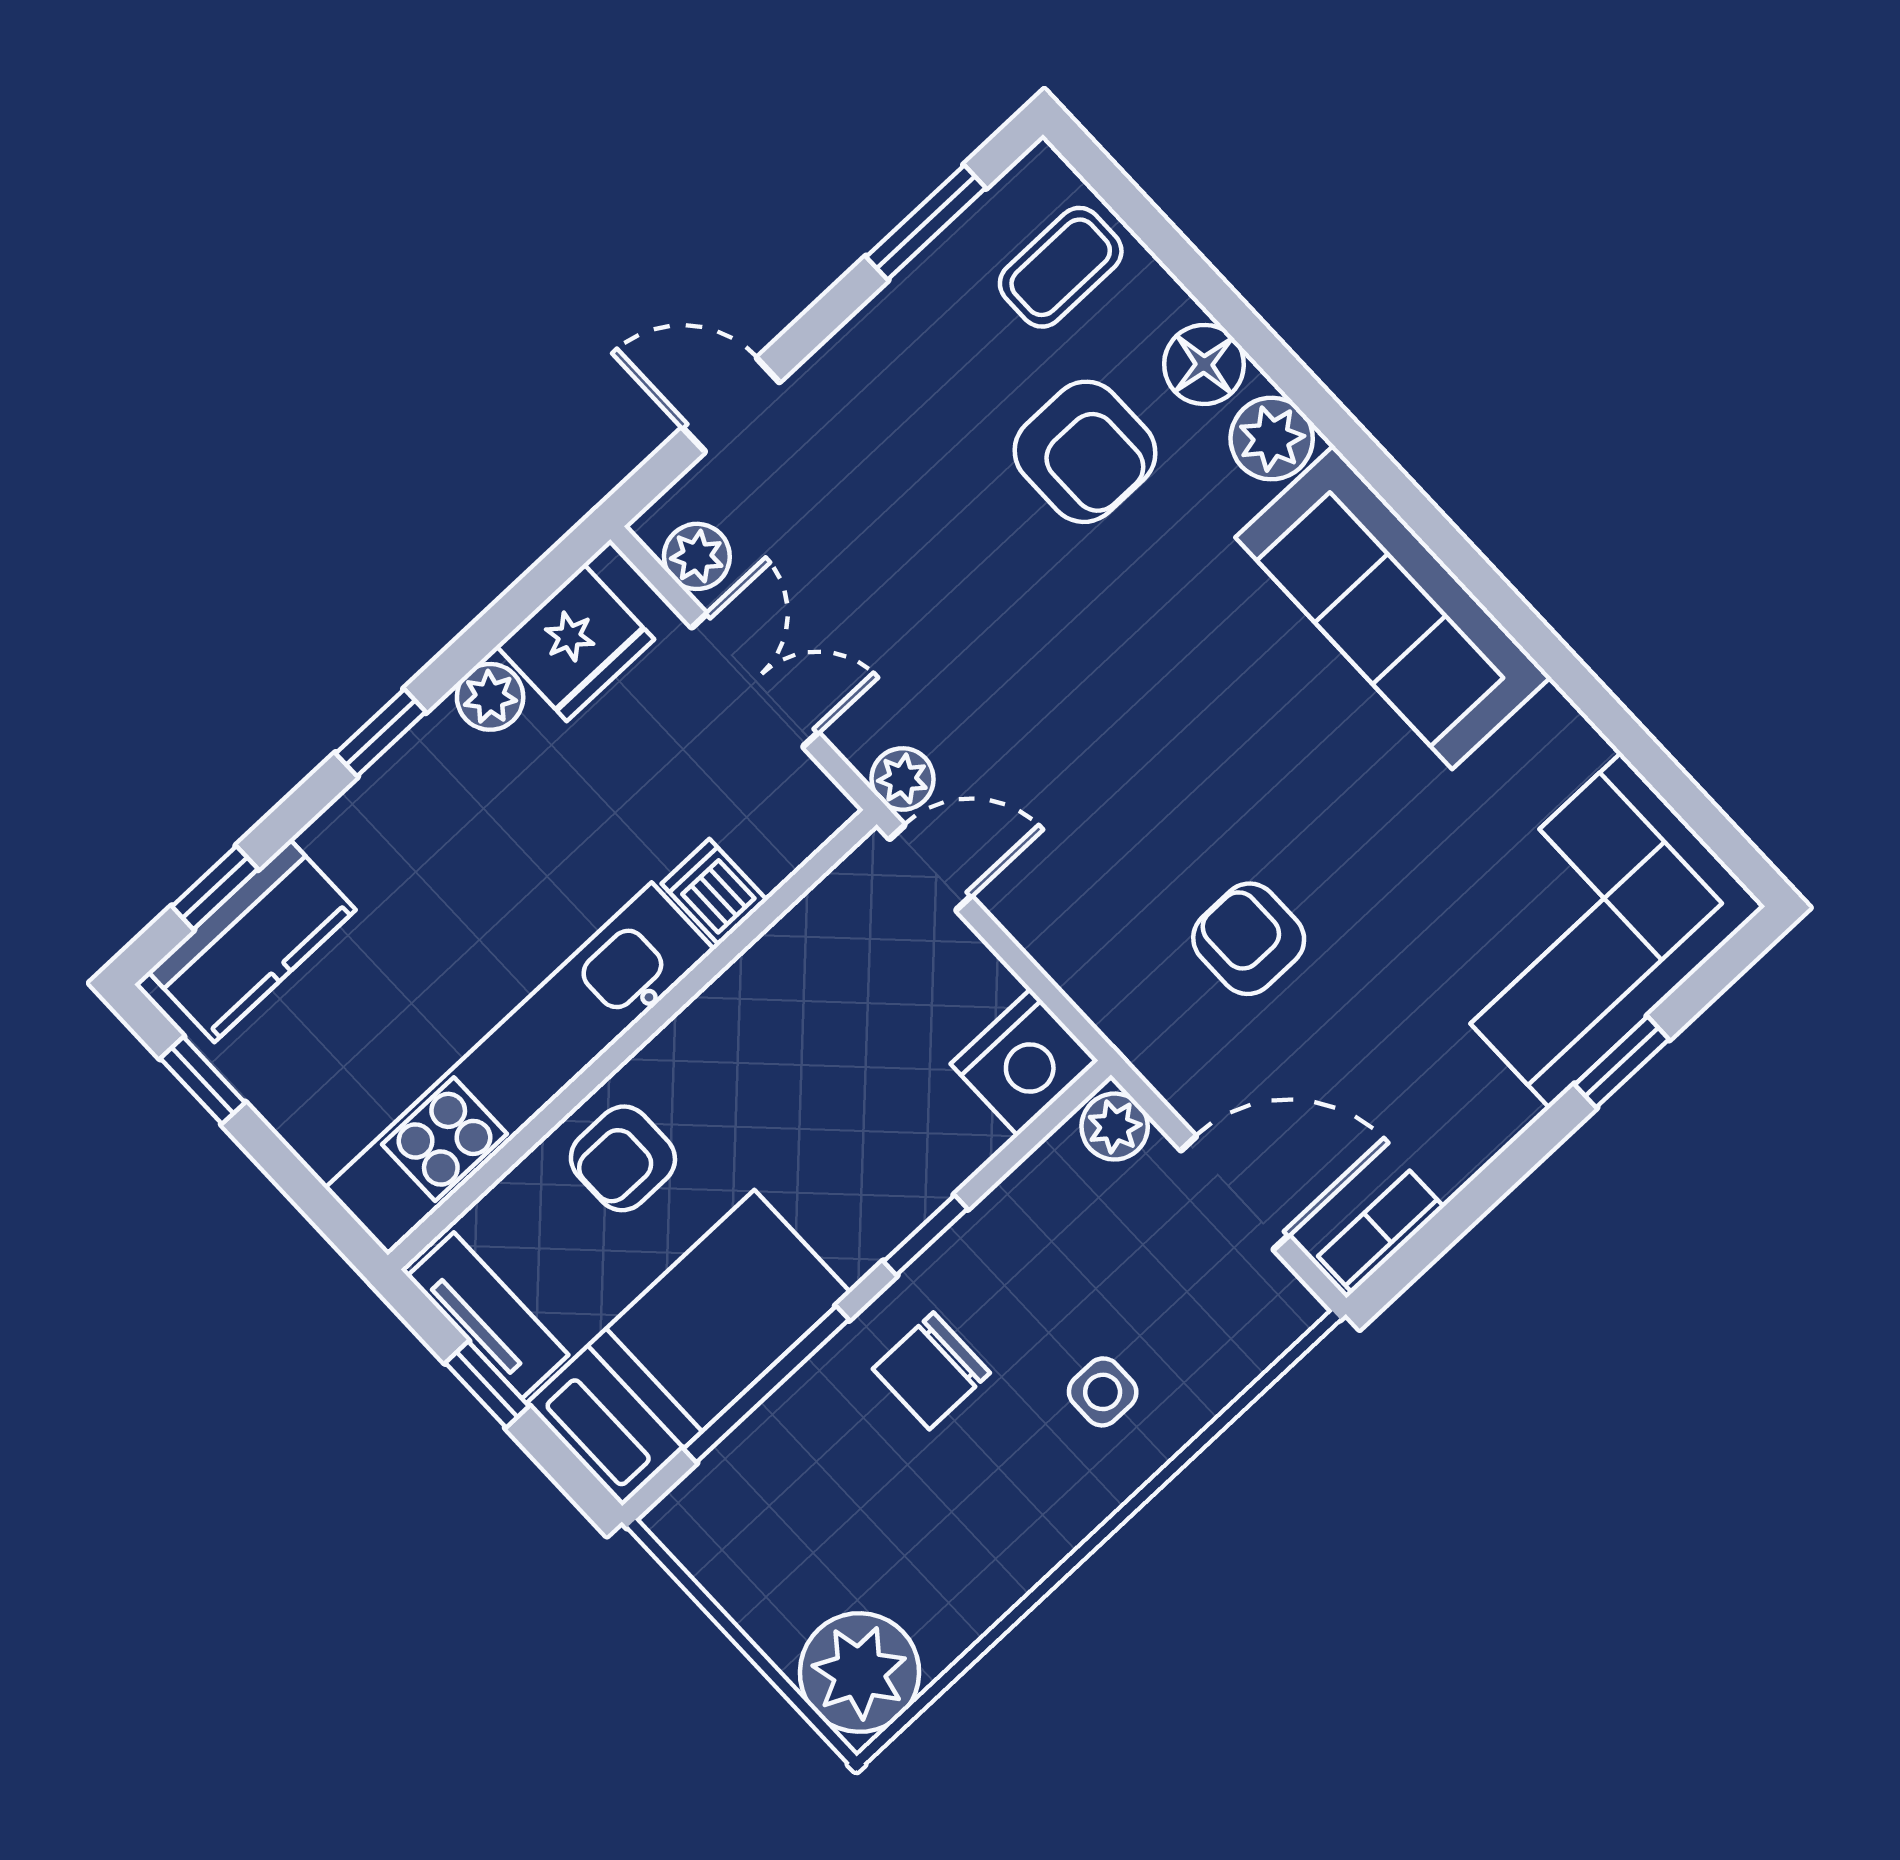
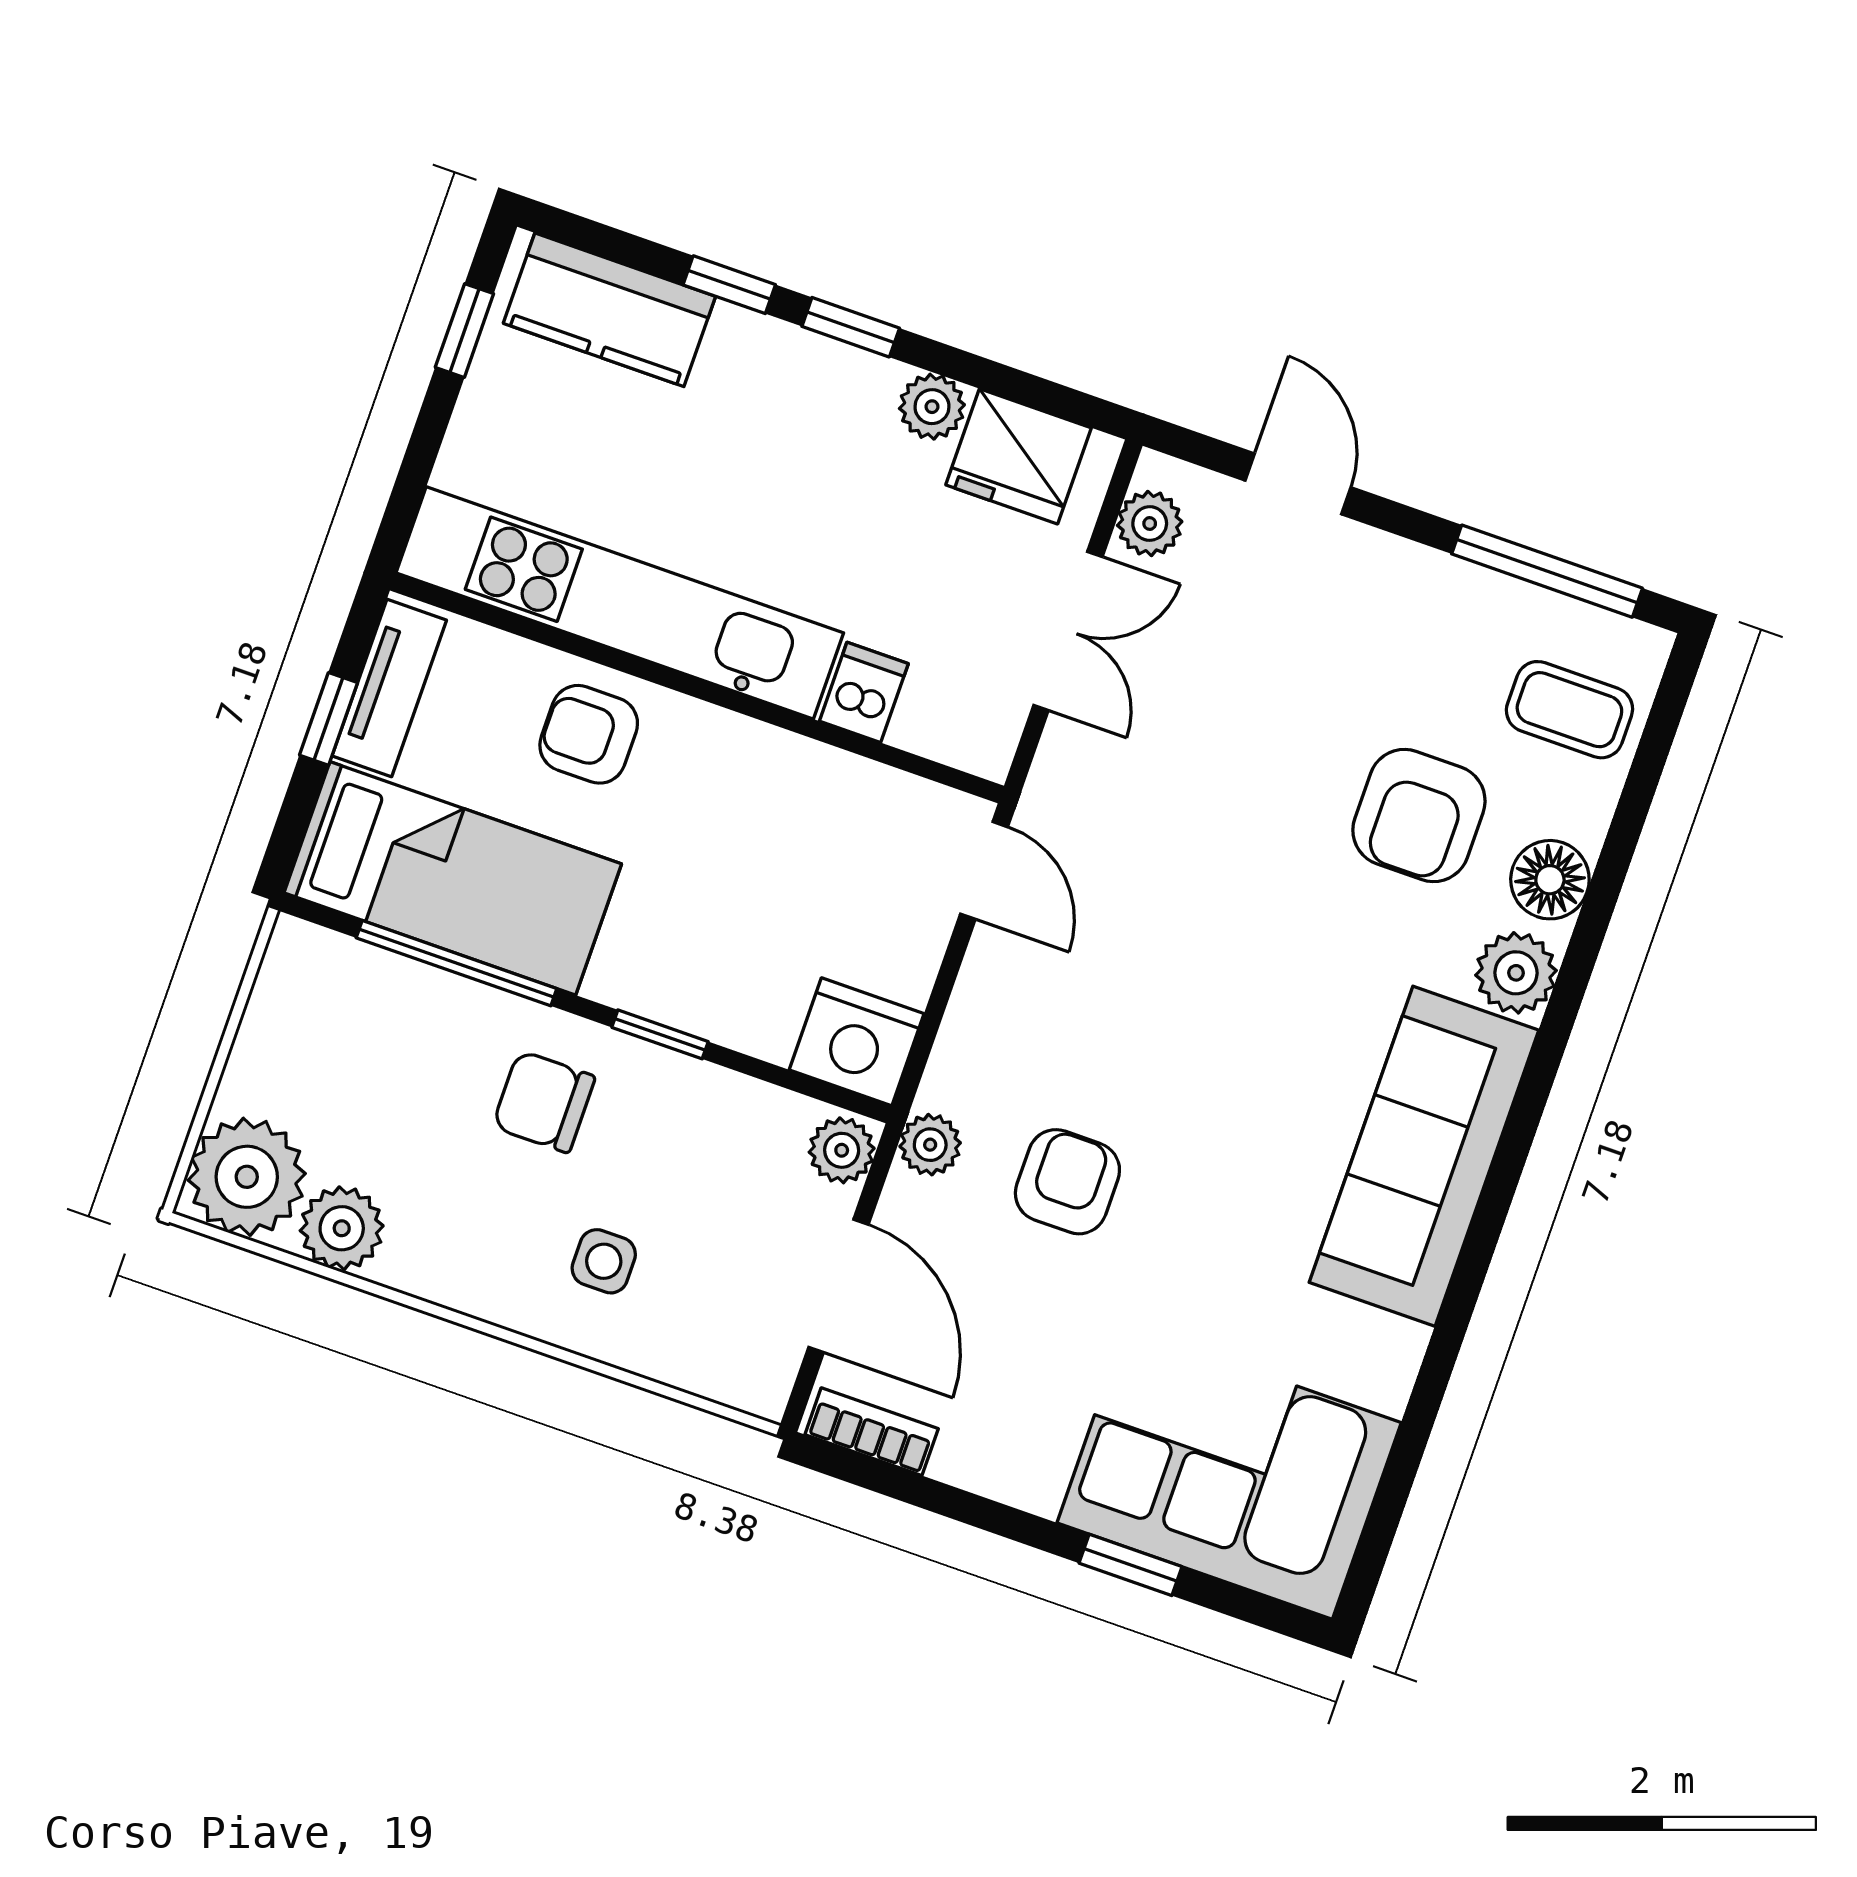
window: (926, 222) -> (1547, 571), width x1.44
plant: (902, 779) -> (930, 1145), moved
window: (215, 888) -> (729, 285), moved
plant: (950, 1611) -> (342, 1228), added

